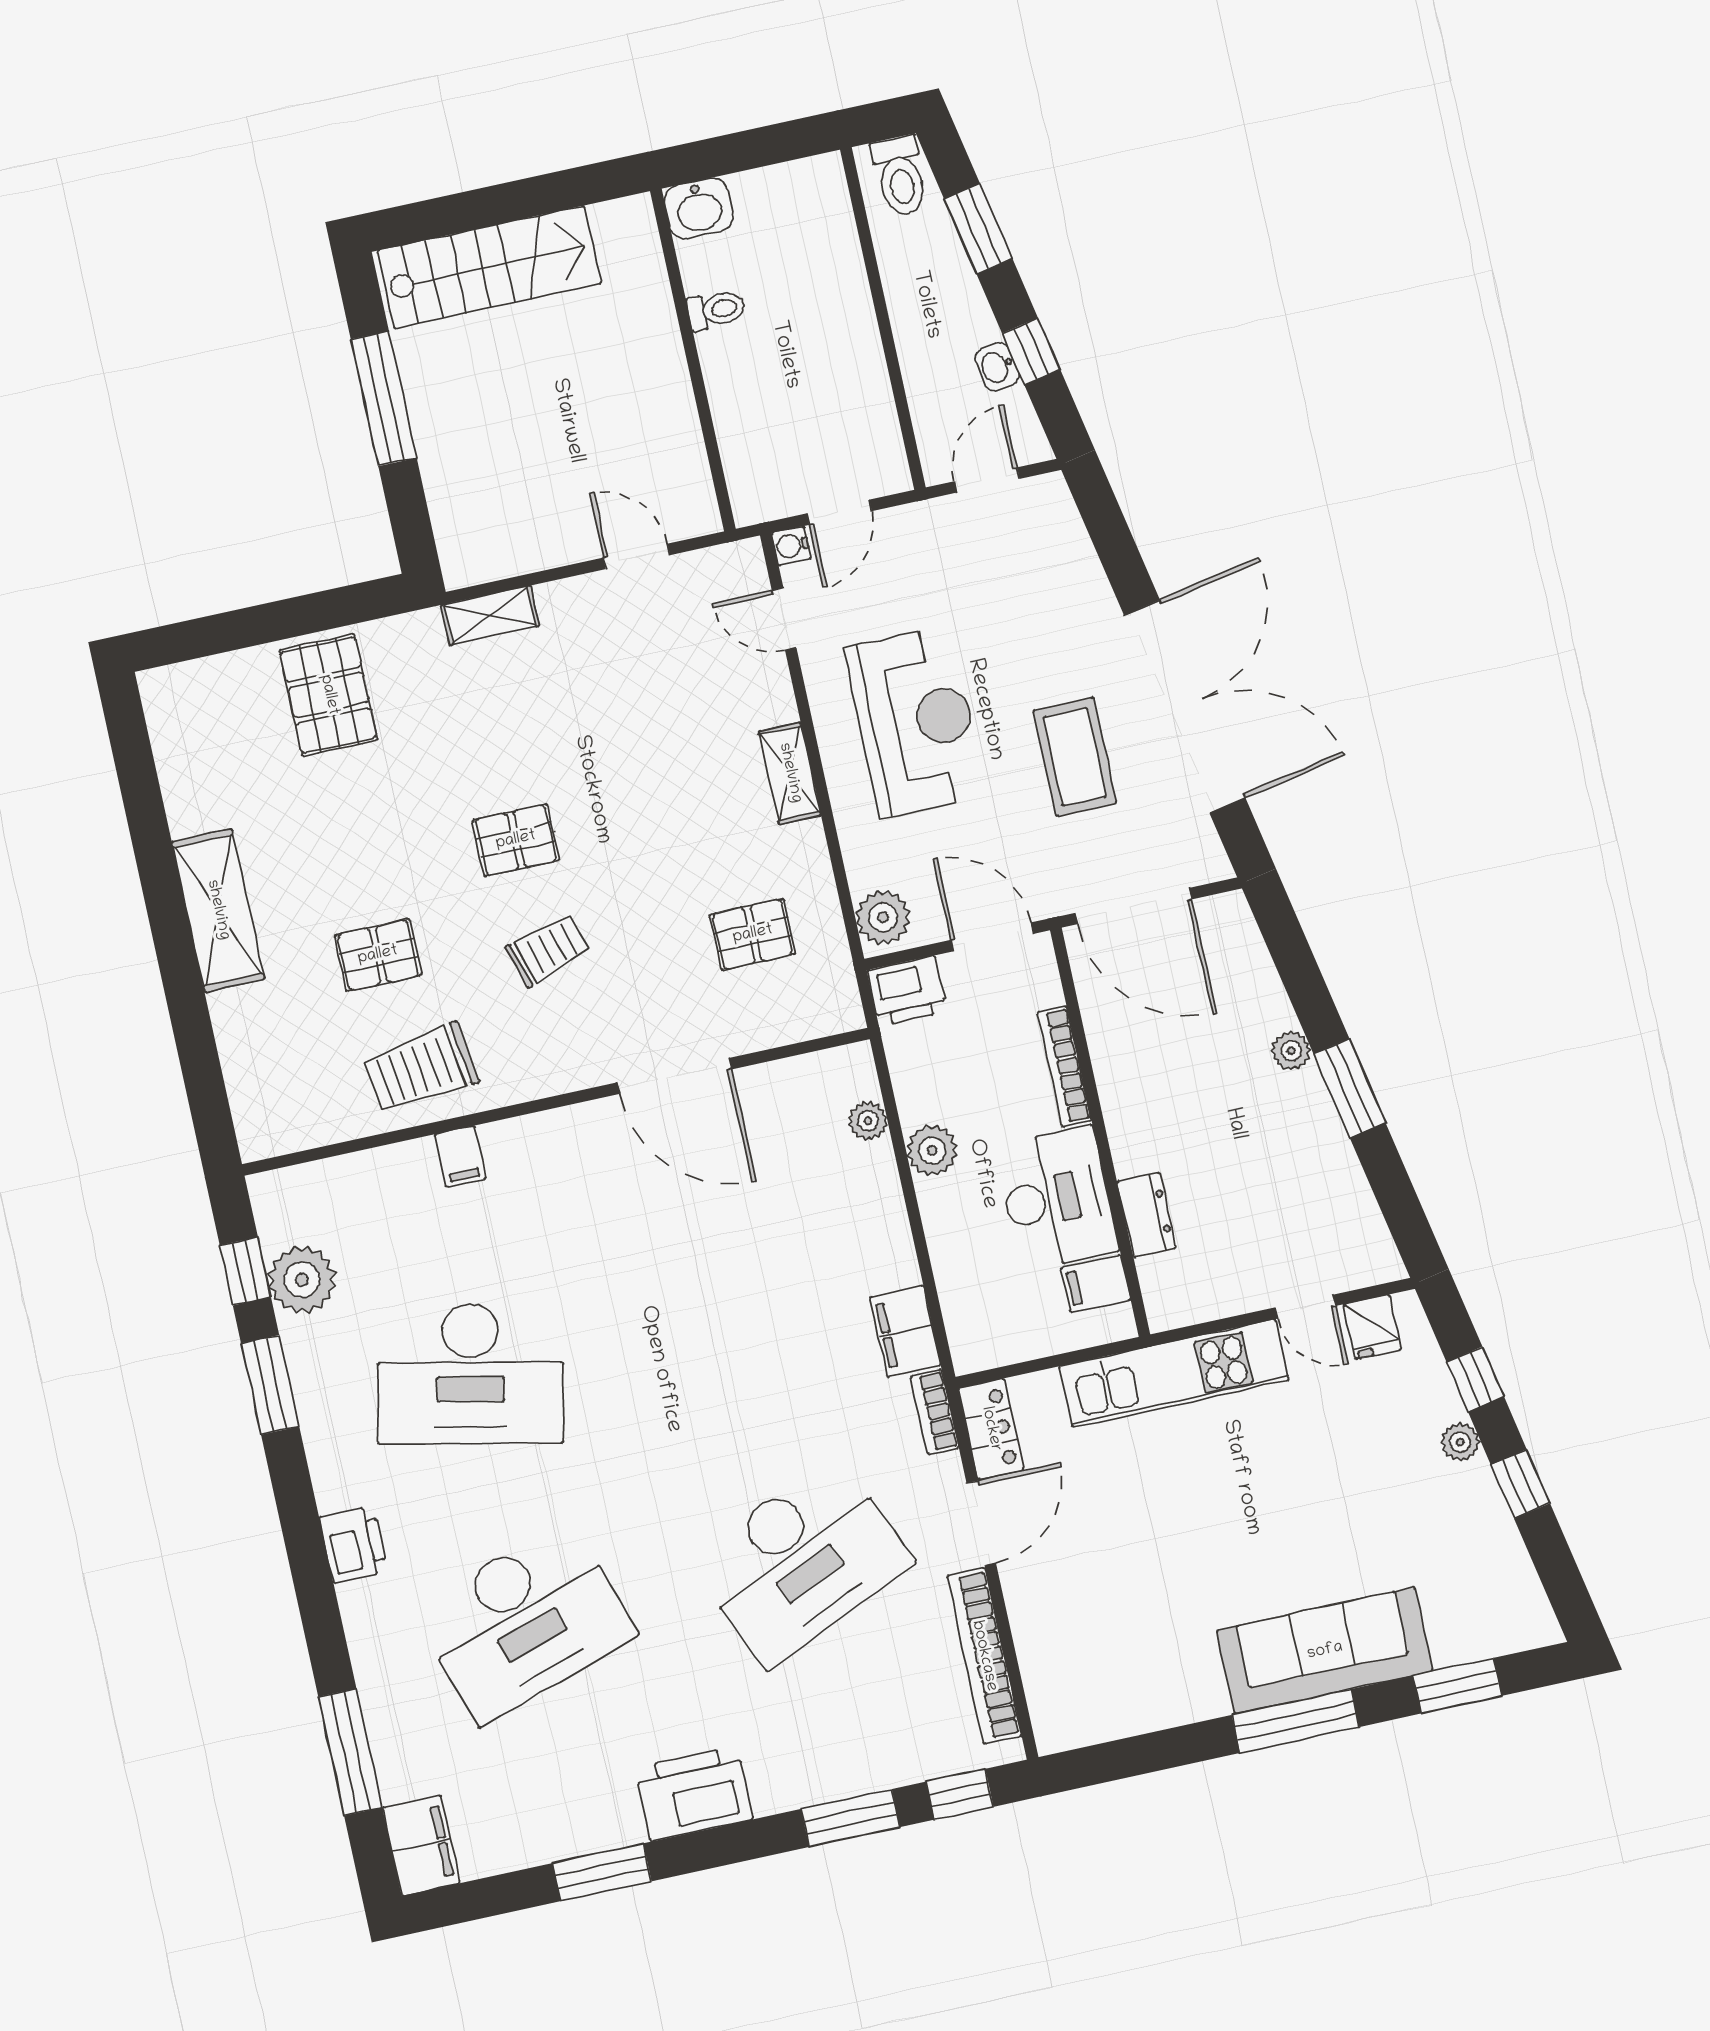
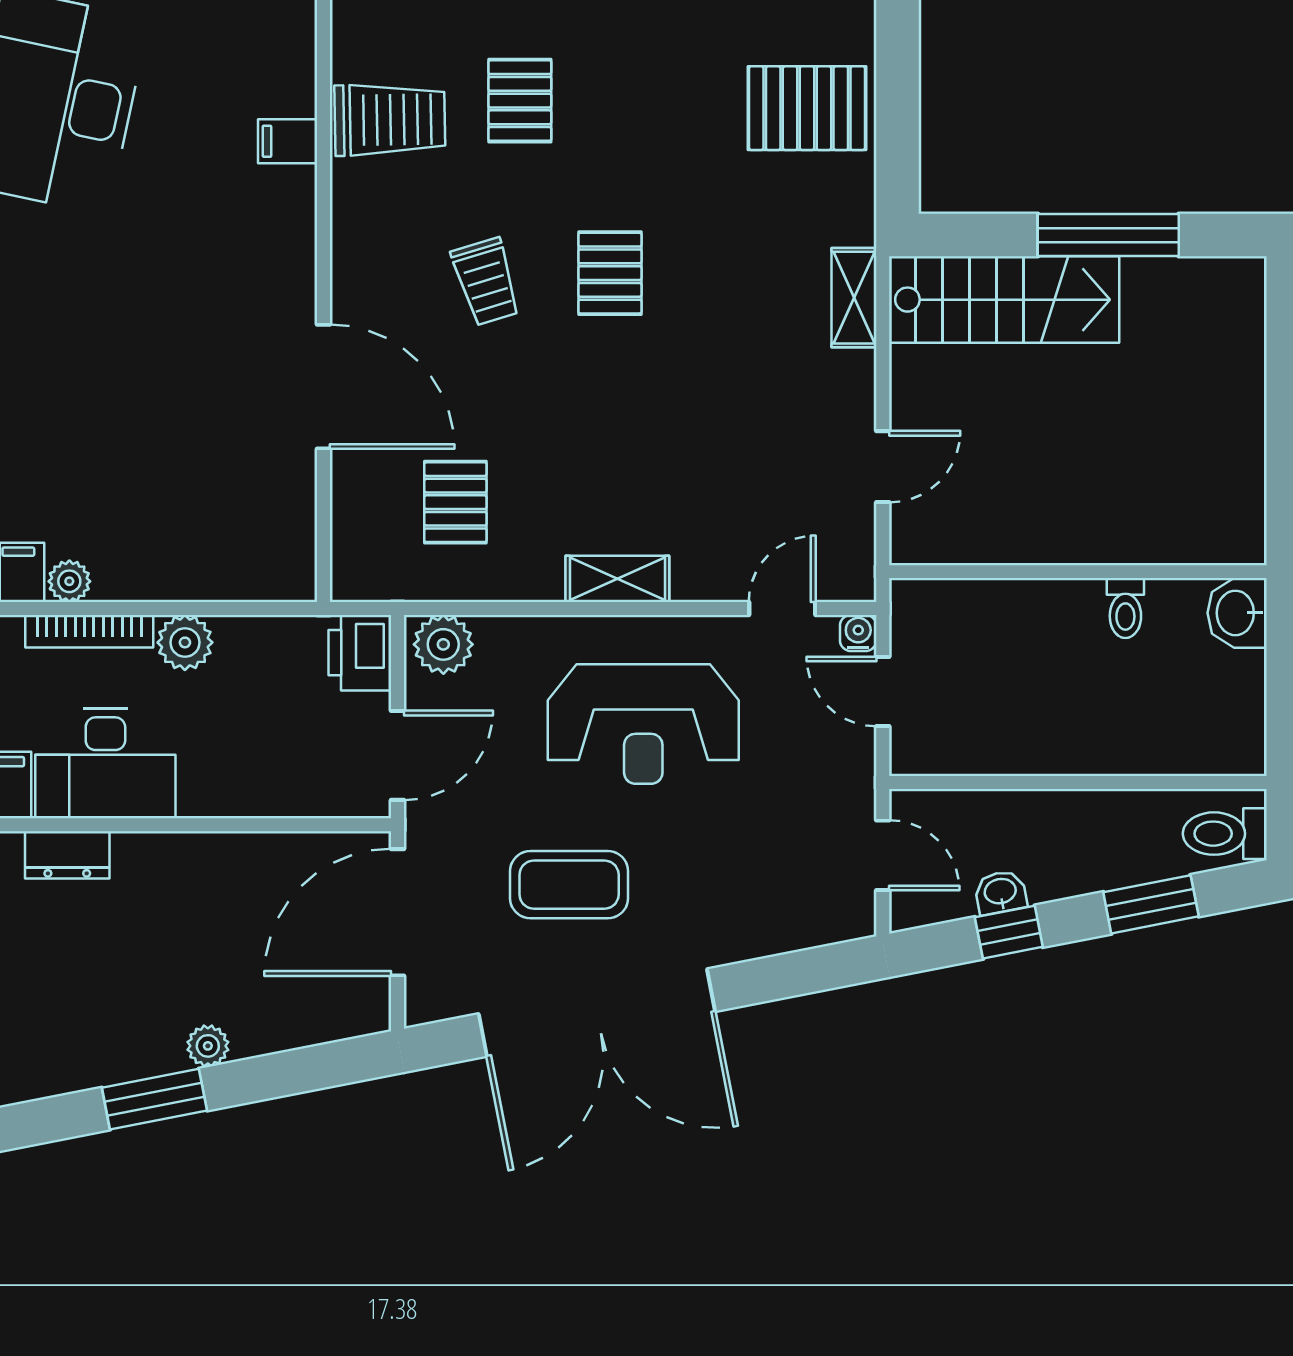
stairs: (489, 267) -> (1004, 300), moved, turned -90
bookcase: (1064, 1066) -> (89, 631), moved, turned 180
trolley: (421, 1069) -> (390, 120), turned 97
door: (674, 1076) -> (324, 387), swing flipped
plant: (868, 1121) -> (69, 581), moved

